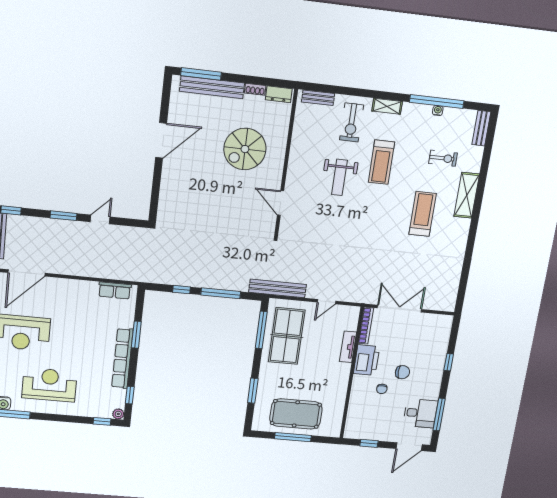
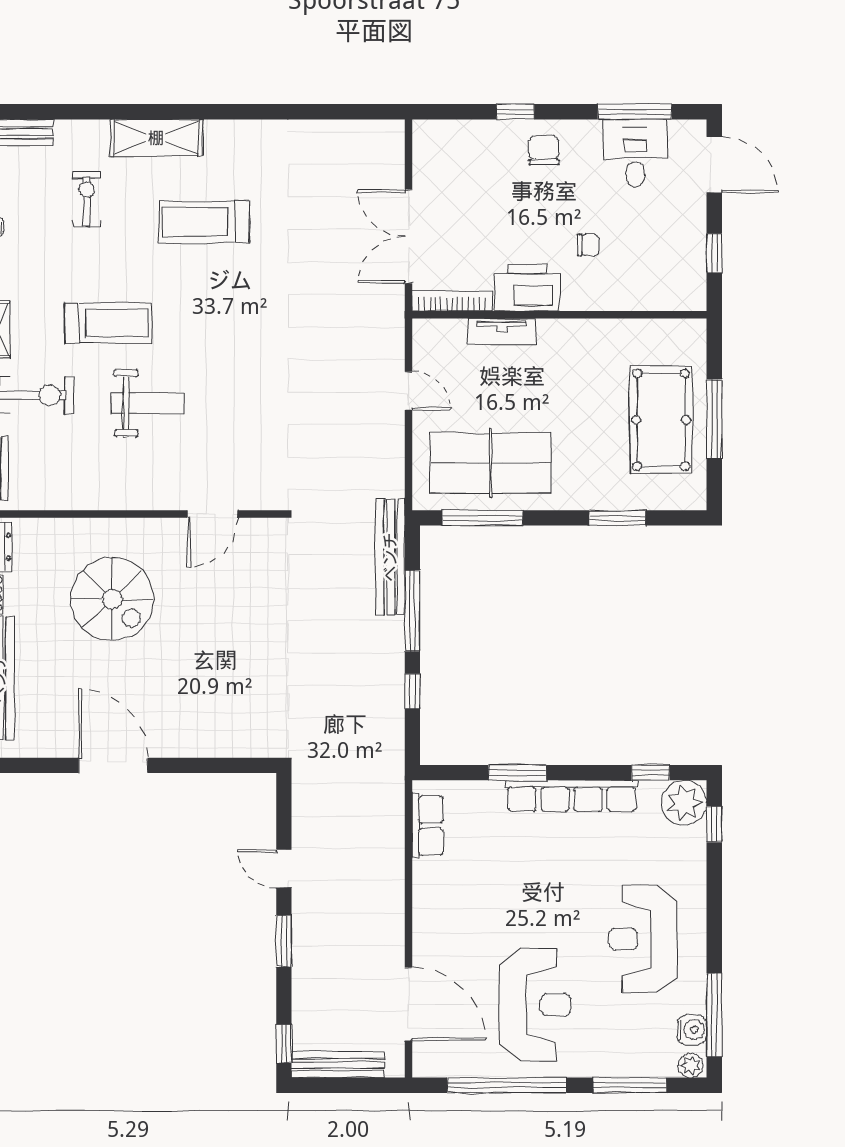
bench: (278, 288) -> (390, 557), moved
chair: (402, 372) -> (544, 150), moved
plant: (118, 414) -> (684, 803), width x1.87, depth x1.87

